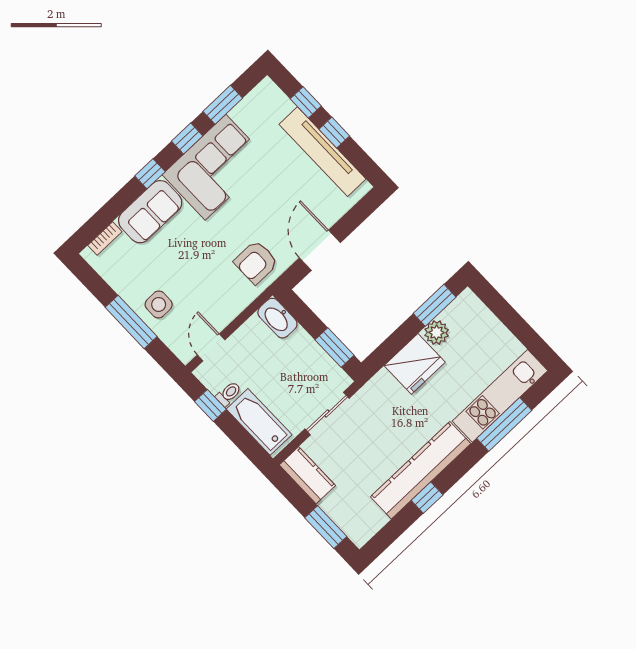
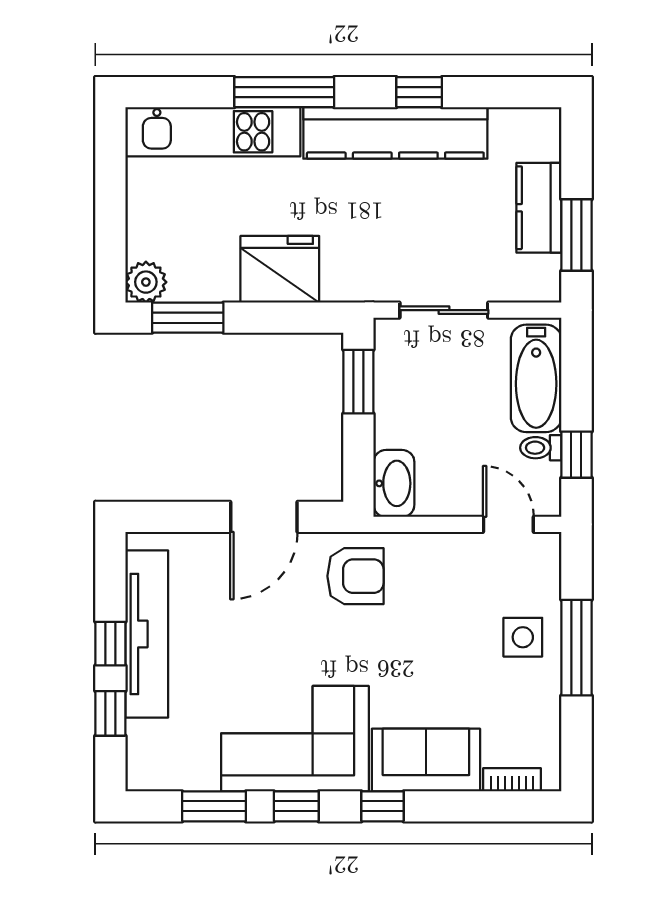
plant: (437, 333) -> (146, 282), moved
door: (211, 347) -> (508, 524), swing flipped
window: (504, 424) -> (284, 92), moved
kitchen counter: (307, 475) -> (539, 208), moved
window: (326, 527) -> (576, 235), moved

